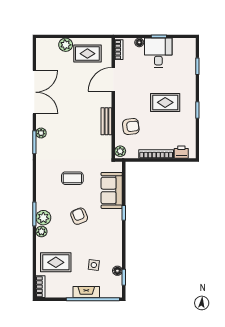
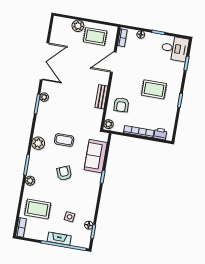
desk: (158, 53) -> (175, 49), moved, turned 90
armchair: (131, 127) -> (121, 105), turned 94
plant: (43, 218) -> (38, 143), moved

